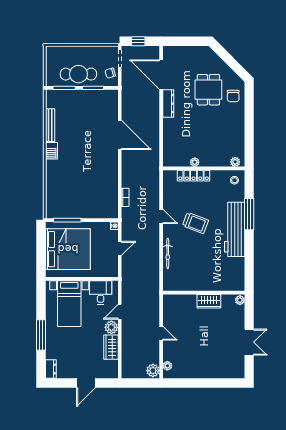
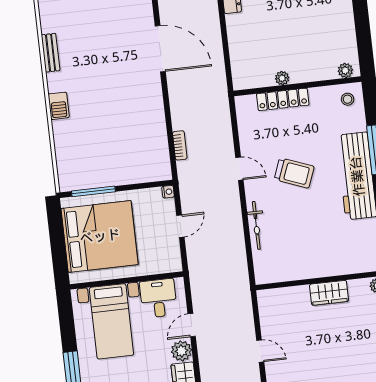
bench: (50, 125) -> (51, 53), width x0.73
barbecue: (51, 151) -> (59, 106), moved

